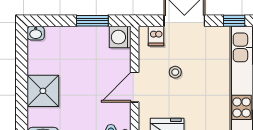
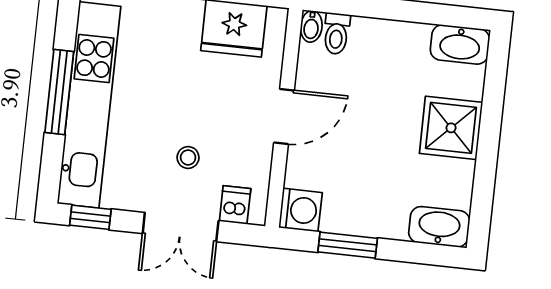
washbasin: (36, 33) -> (439, 227), width x1.91, depth x1.45
stool: (175, 72) -> (188, 158), moved

